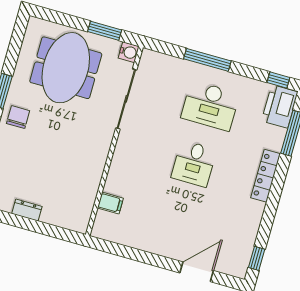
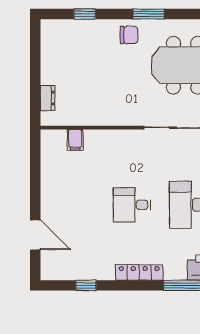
dresser: (27, 210) -> (48, 98), moved
window: (257, 258) -> (86, 285), moved

